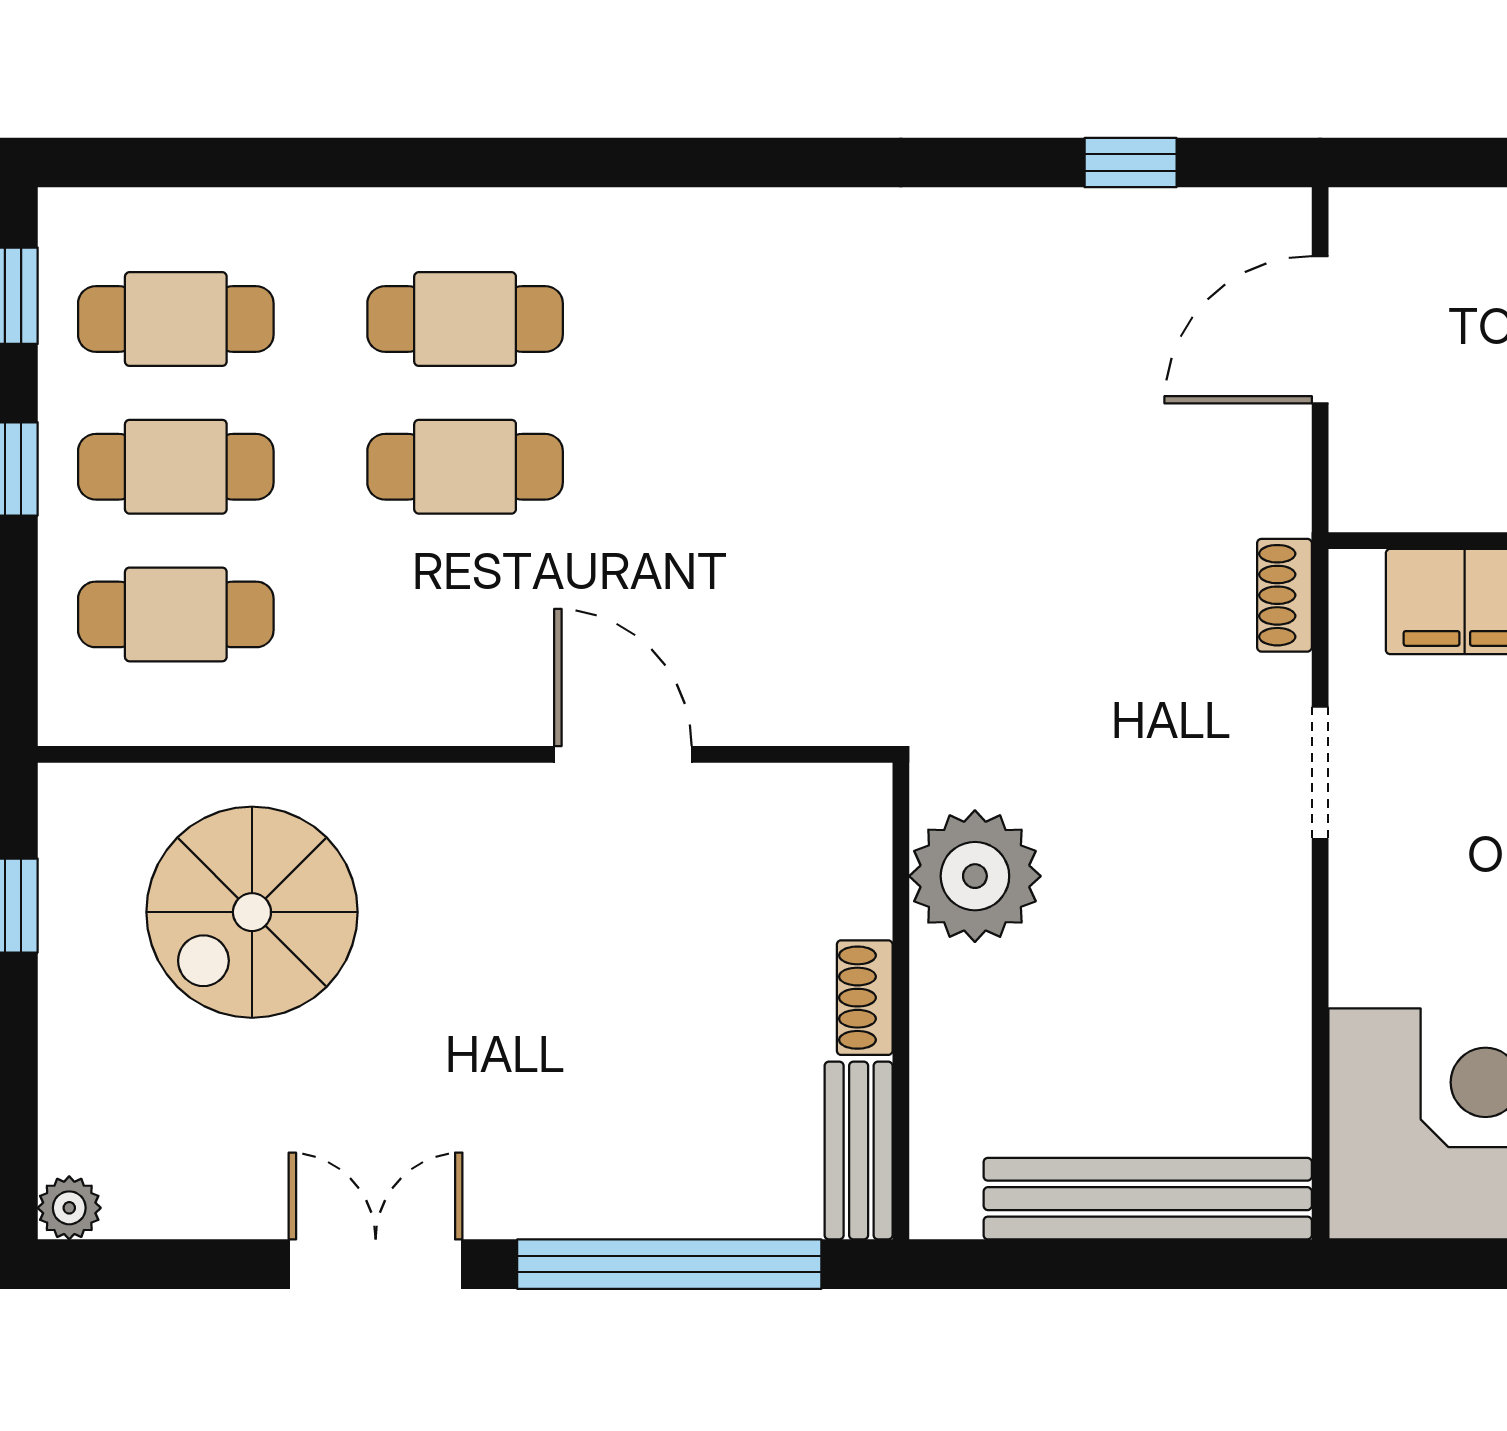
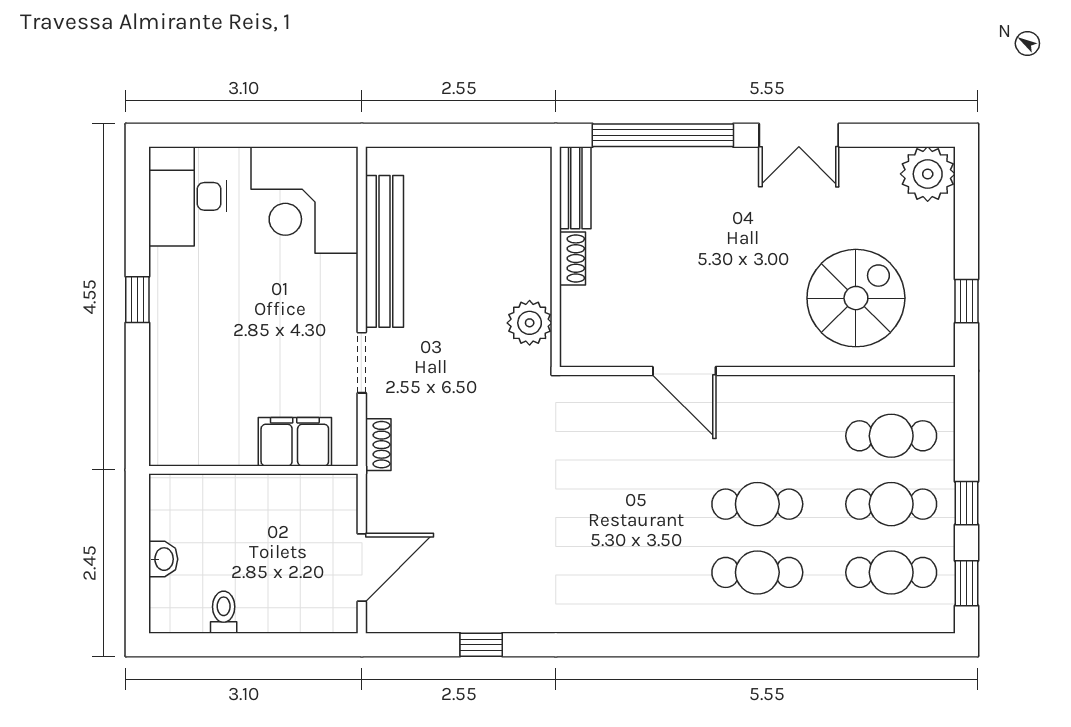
window: (1131, 163) -> (481, 645), moved
plant: (975, 876) -> (530, 323), width x0.73, depth x0.73
bench: (1148, 1199) -> (384, 251), moved, turned 90
plant: (69, 1208) -> (928, 174), width x1.88, depth x1.88

